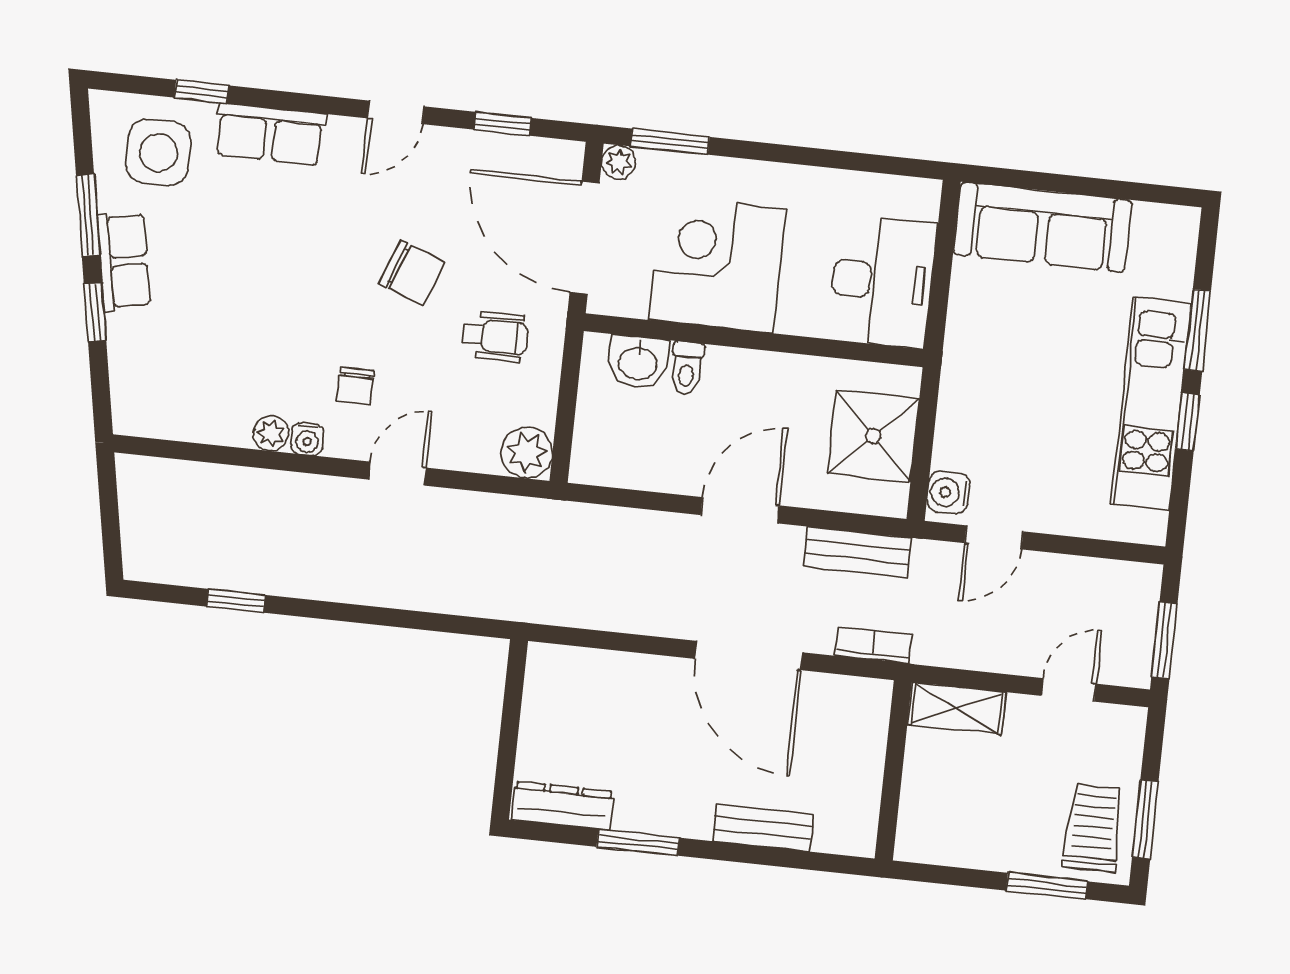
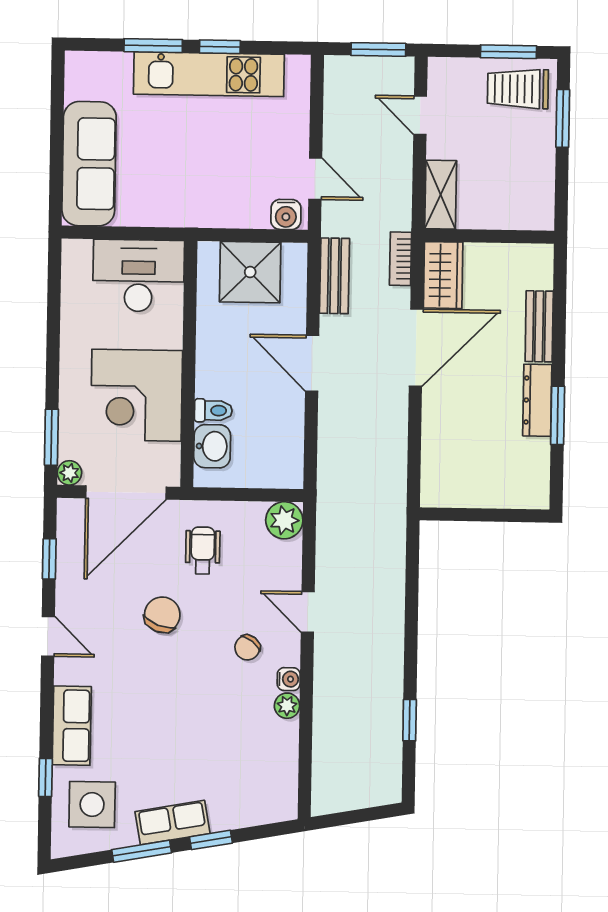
chair: (356, 386) -> (247, 648), turned 128
wardrobe: (845, 702) -> (443, 275), added
dresser: (562, 806) -> (537, 400), moved

